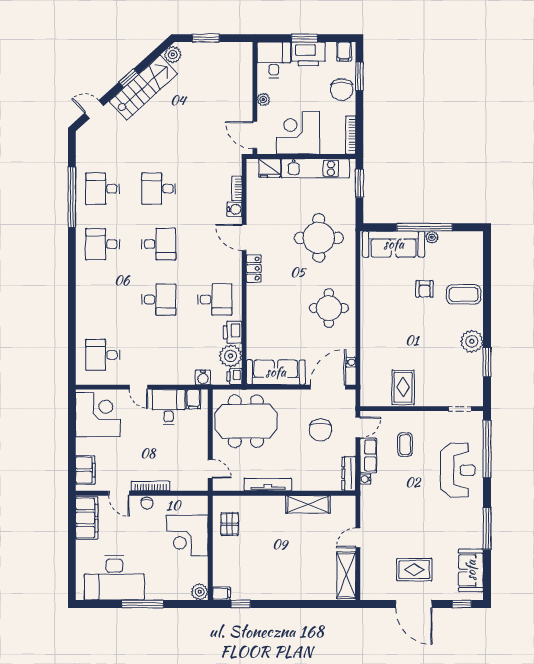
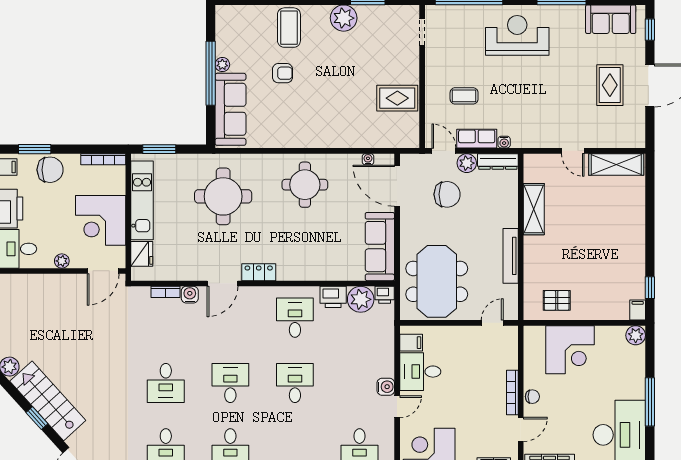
water cooler: (203, 377) -> (386, 387), moved
plant: (347, 447) -> (467, 163), added
reception desk: (458, 470) -> (517, 35), moved

